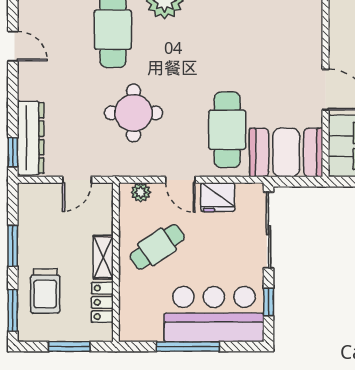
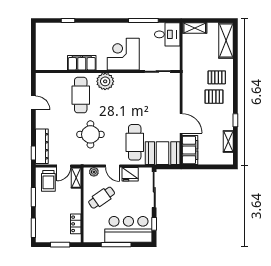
shelving: (103, 257) -> (76, 178), moved
trolley: (45, 291) -> (48, 181), moved

